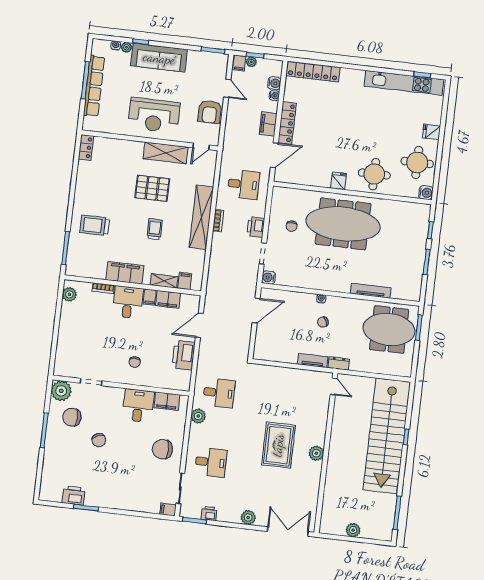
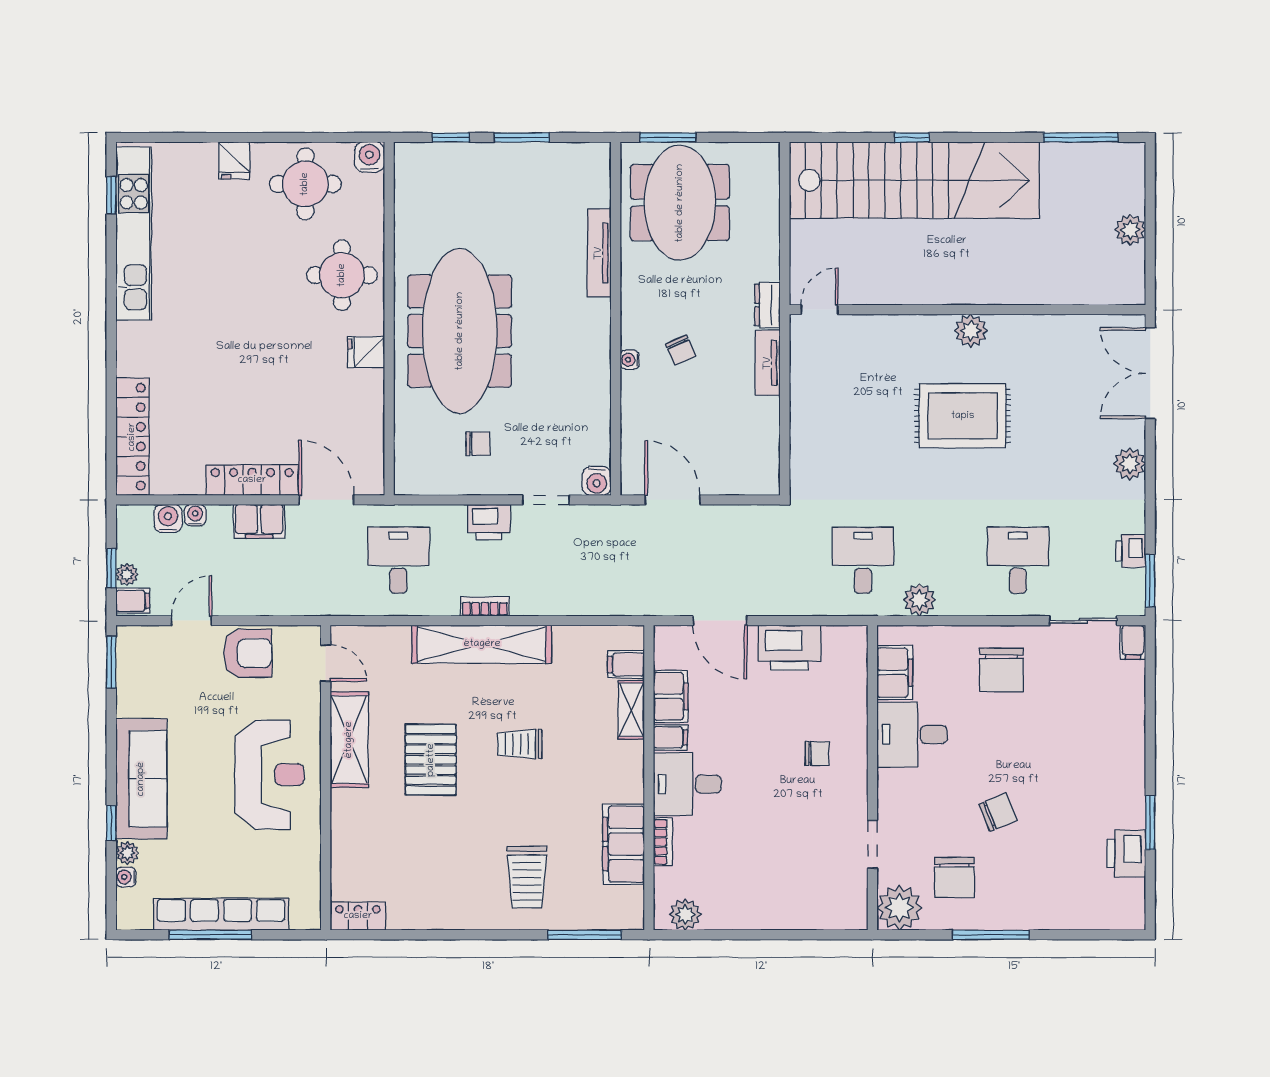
filing cabinet: (125, 273) -> (623, 844), moved

